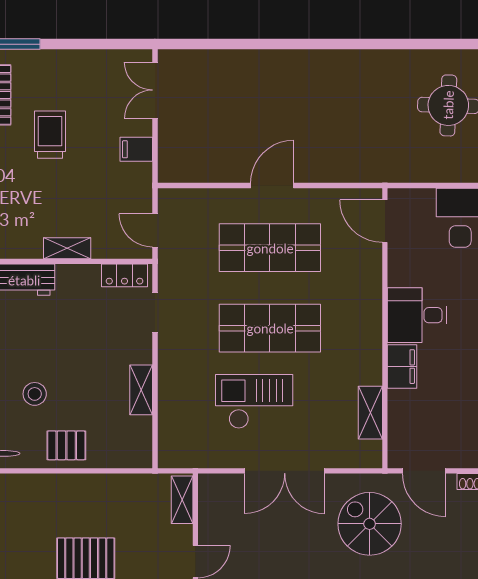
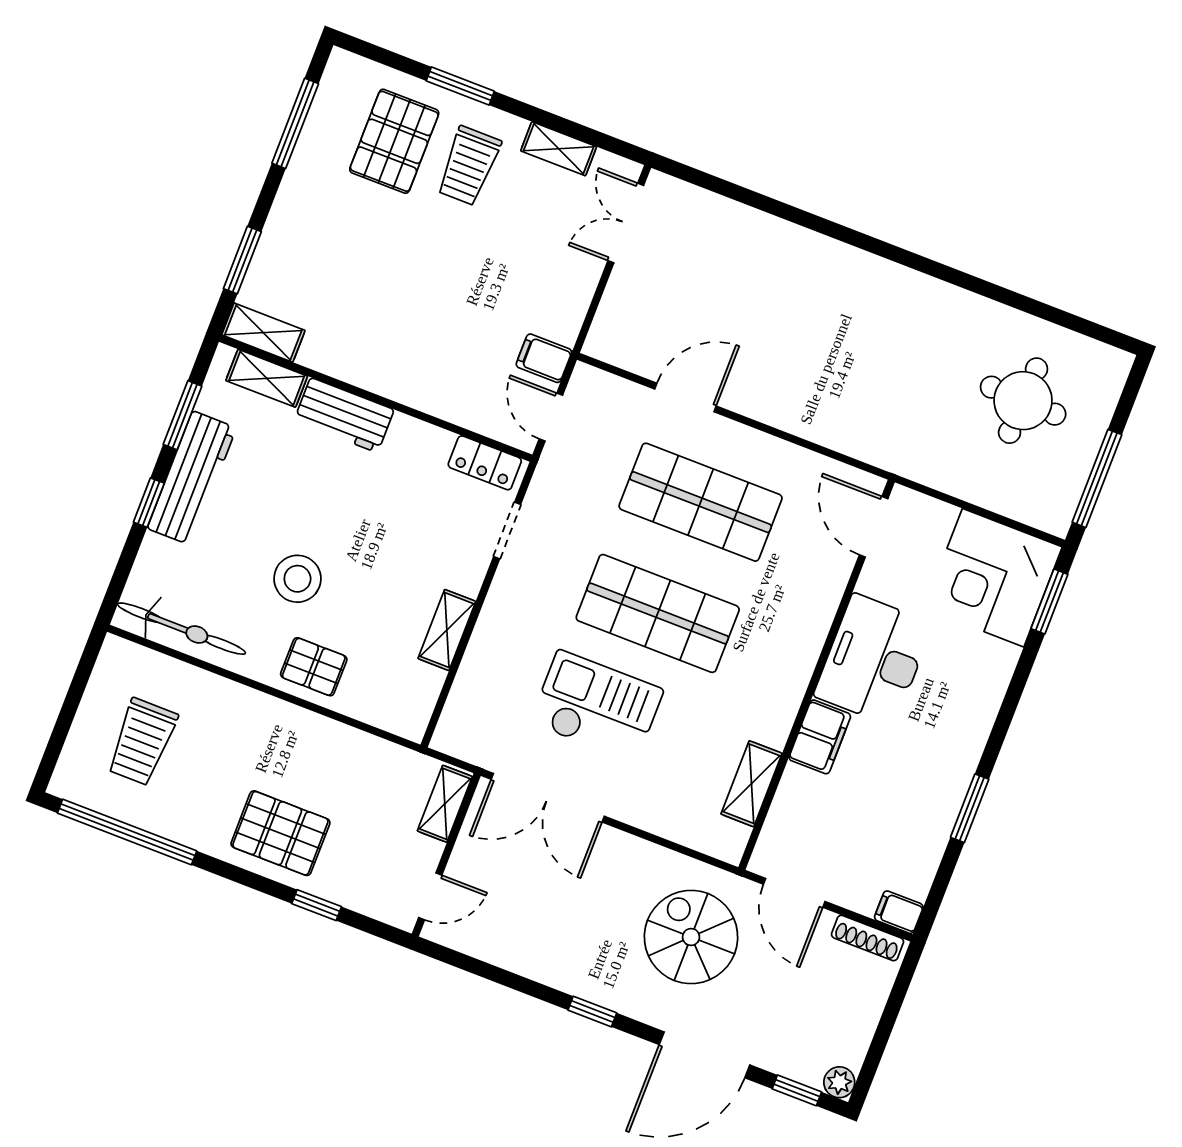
trolley: (50, 135) -> (469, 166), moved, turned 180
filing cabinet: (136, 149) -> (544, 358), moved
door: (272, 186) -> (685, 398), moved
shelving: (67, 248) -> (559, 149), moved
desk: (417, 315) -> (873, 660), width x1.37
stool: (35, 394) -> (297, 579), width x1.38, depth x1.38
double door: (285, 471) -> (548, 798), moved

